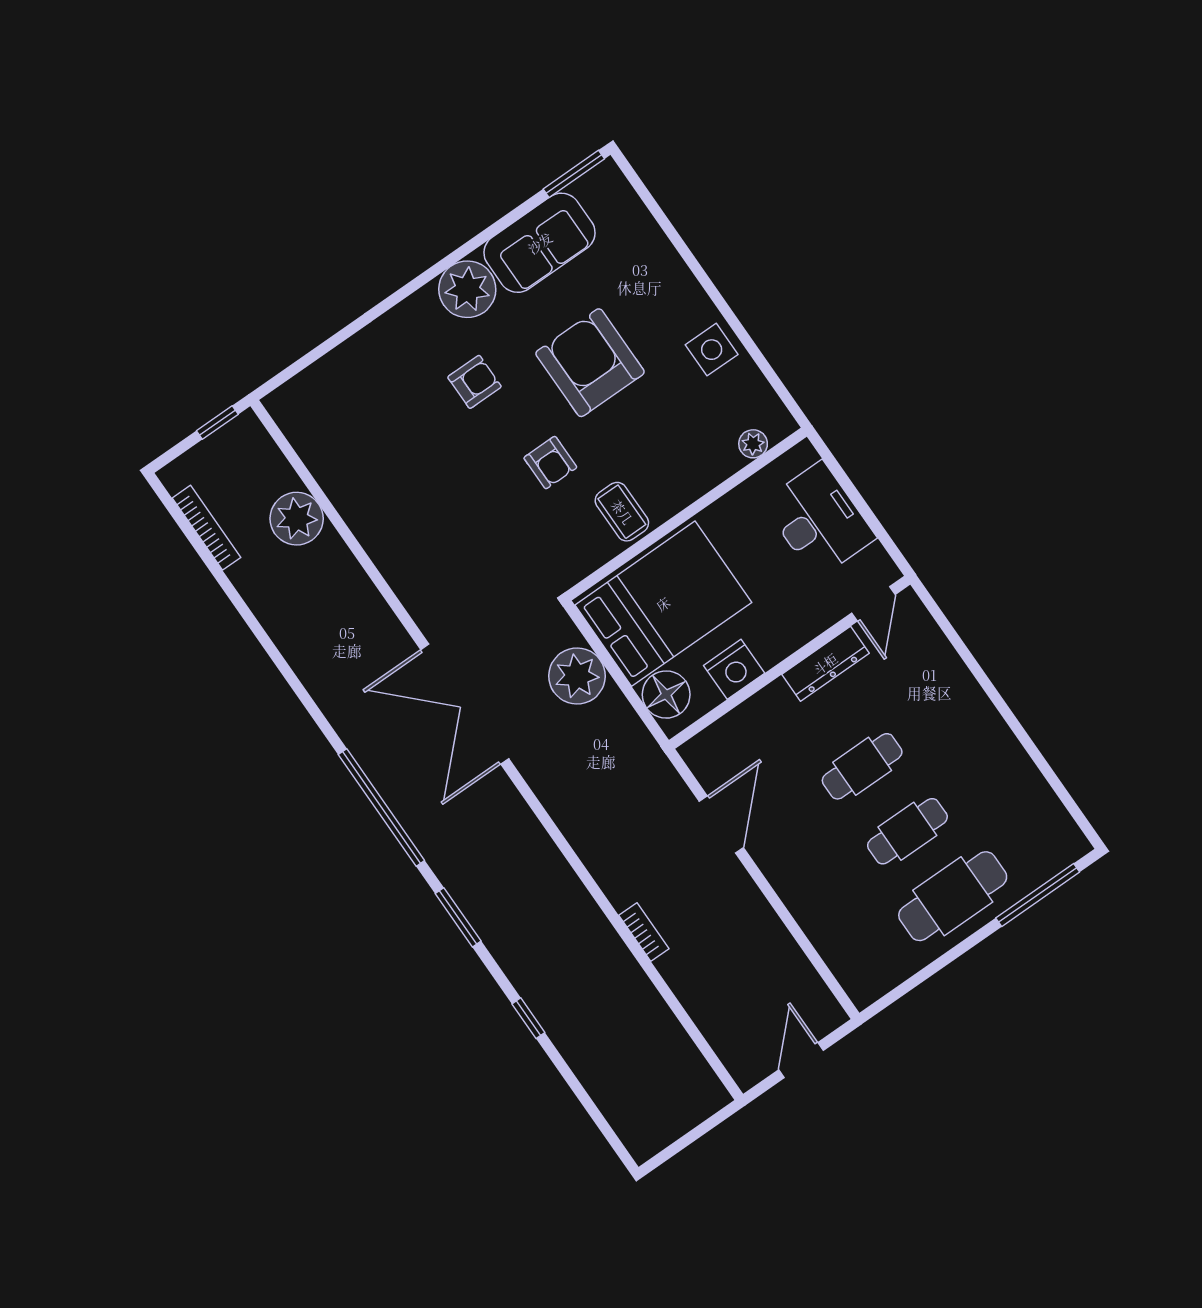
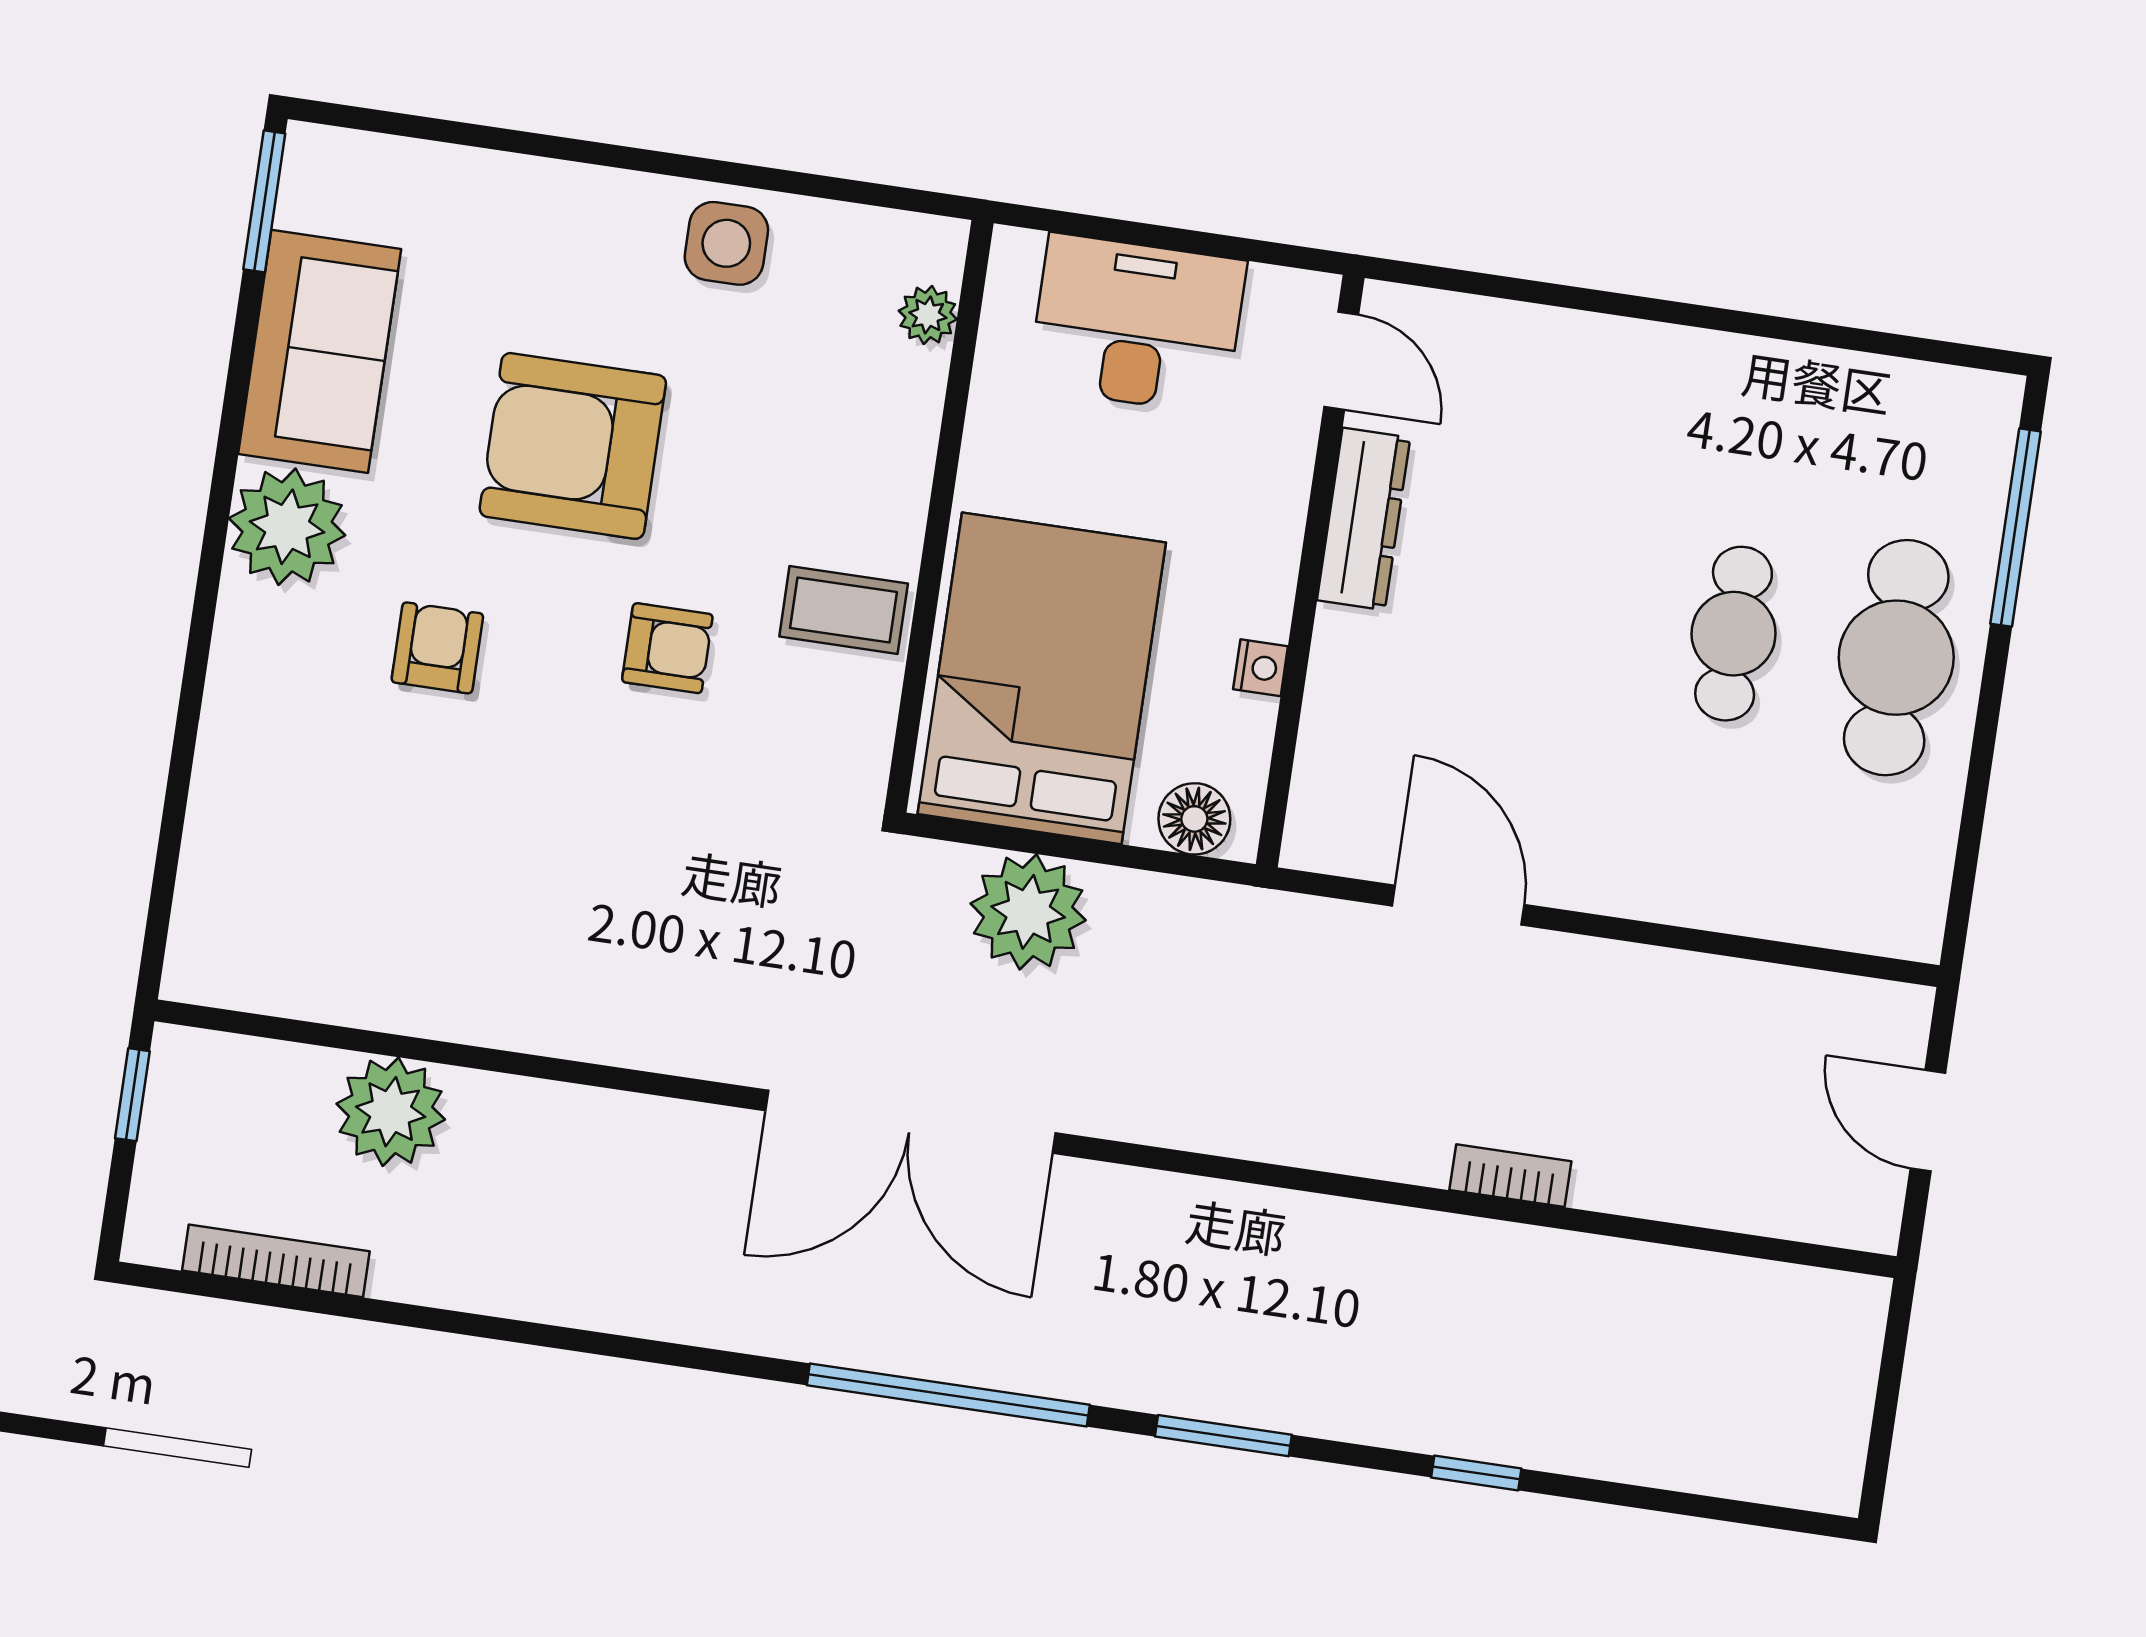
nightstand: (734, 669) -> (1261, 668), width x0.53, depth x0.56
floor lamp: (666, 695) -> (1194, 819), width x0.73, depth x0.73
cafe table: (862, 766) -> (1571, 610), removed

